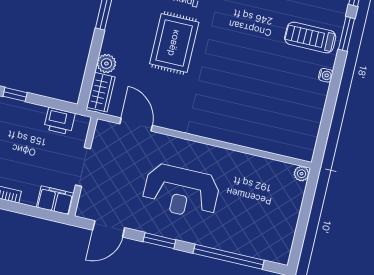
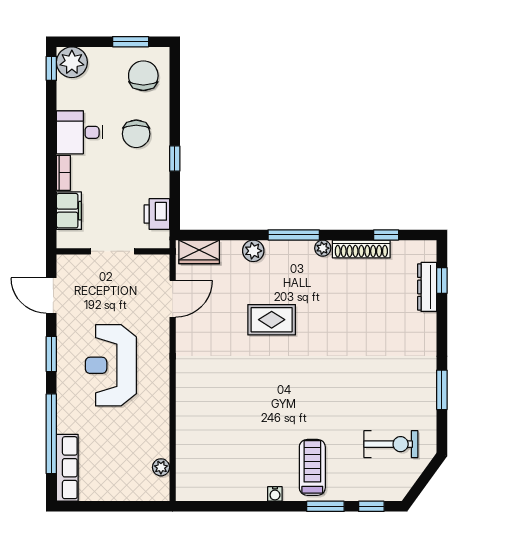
rug: (174, 43) -> (272, 320), width x0.73, depth x0.70
plant: (106, 64) -> (253, 251), moved
plant: (301, 174) -> (161, 467), moved
filing cabinet: (55, 200) -> (69, 211), moved
row of seats: (261, 250) -> (67, 468), added

